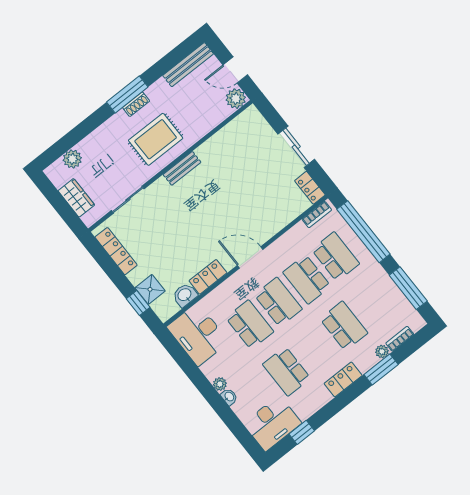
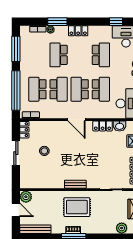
stool: (260, 180) -> (44, 151), added
school desk: (250, 325) -> (101, 89), turned 180

